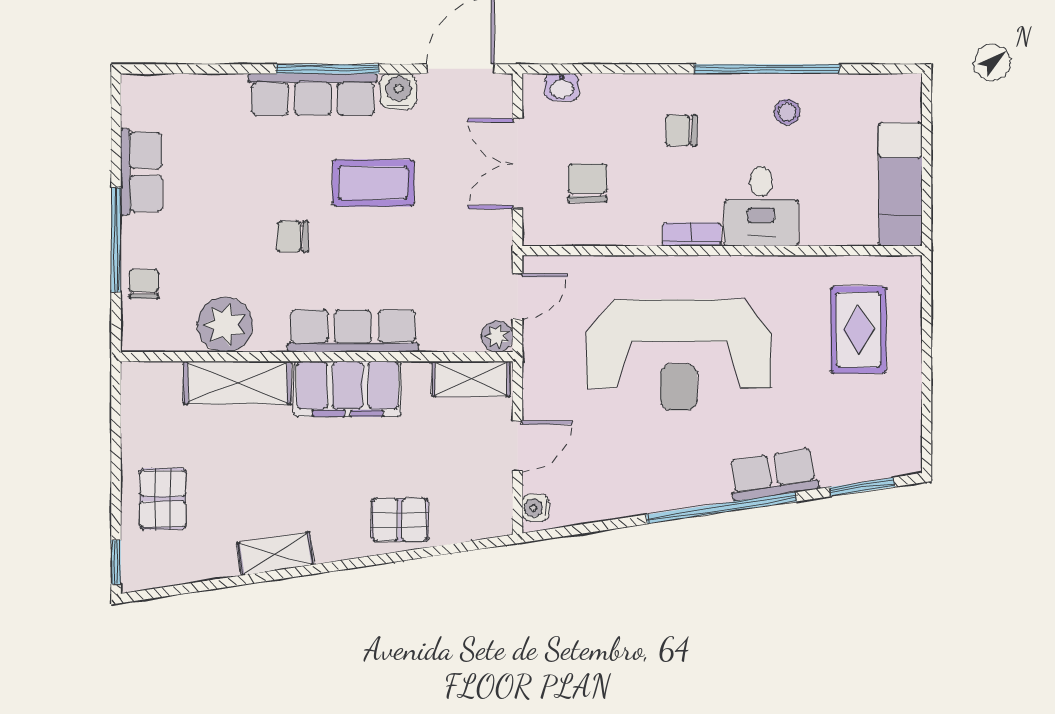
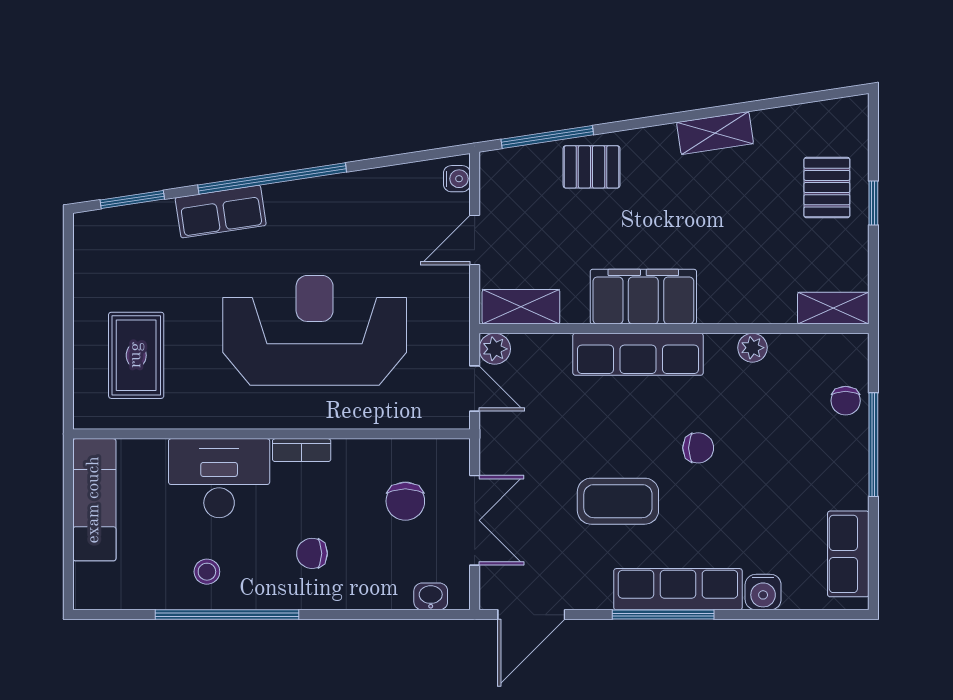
water cooler: (398, 91) -> (763, 592), moved
chair: (681, 130) -> (312, 553), turned 180
row of seats: (141, 172) -> (848, 554), moved
desk: (761, 206) -> (219, 478), width x1.37
door: (518, 296) -> (475, 388), swing flipped
plant: (225, 325) -> (752, 348), width x0.53, depth x0.53
shelving: (237, 383) -> (833, 308), moved, width x0.67, depth x0.75
window: (444, 550) -> (547, 137), added
window: (116, 562) -> (873, 203), moved

